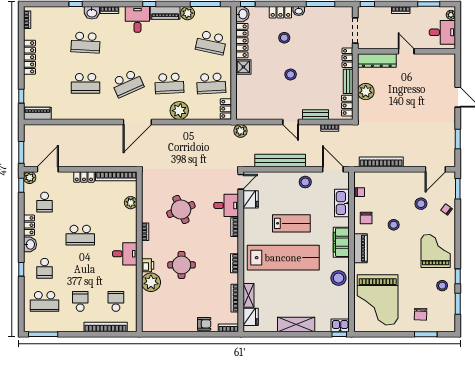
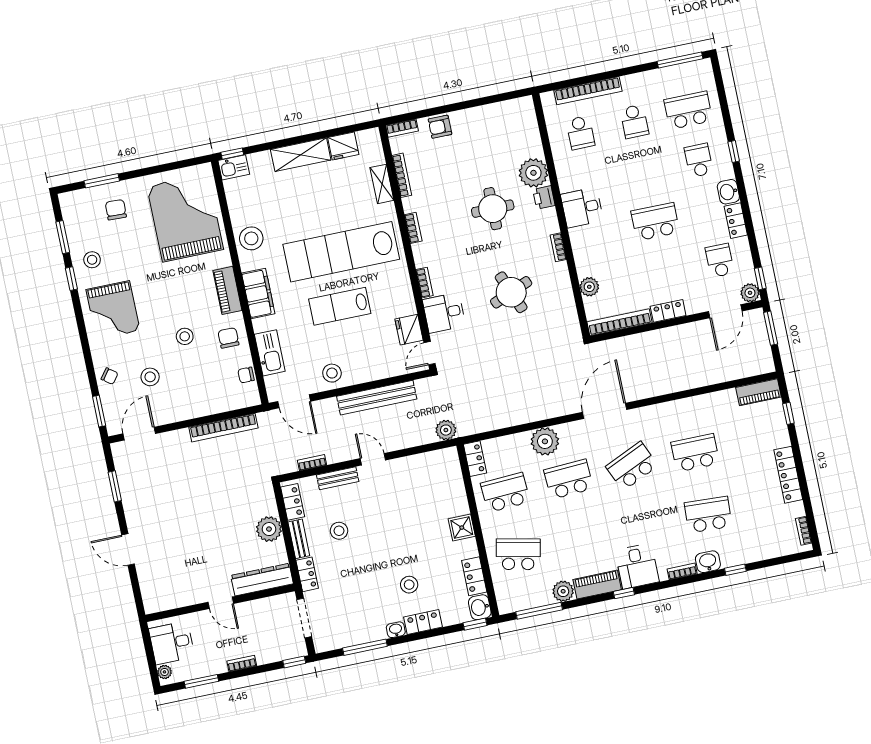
locker: (242, 41) -> (474, 576), width x0.66
stool: (291, 74) -> (339, 531), moved
fridge: (251, 317) -> (343, 146), moved, turned -90

